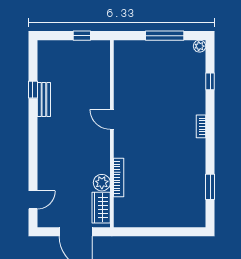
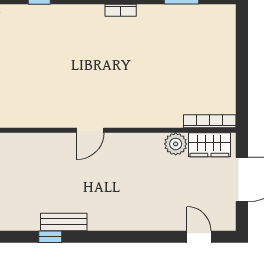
bookcase: (201, 126) -> (121, 10), moved
bookcase: (119, 178) -> (210, 121), moved

